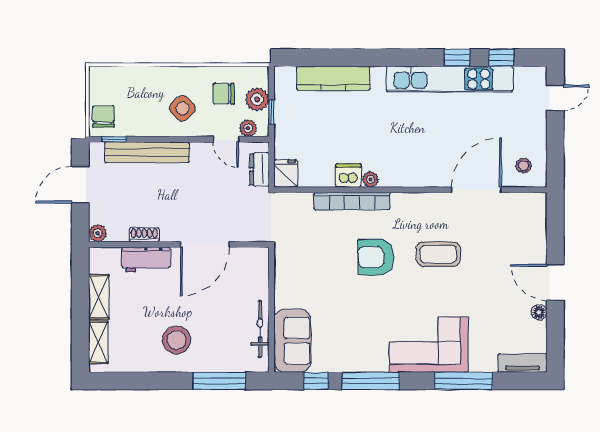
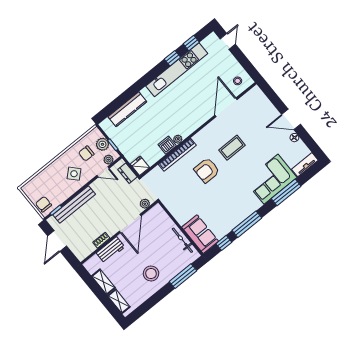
plant: (98, 233) -> (145, 204), moved
corner sofa: (429, 345) -> (271, 179), moved

